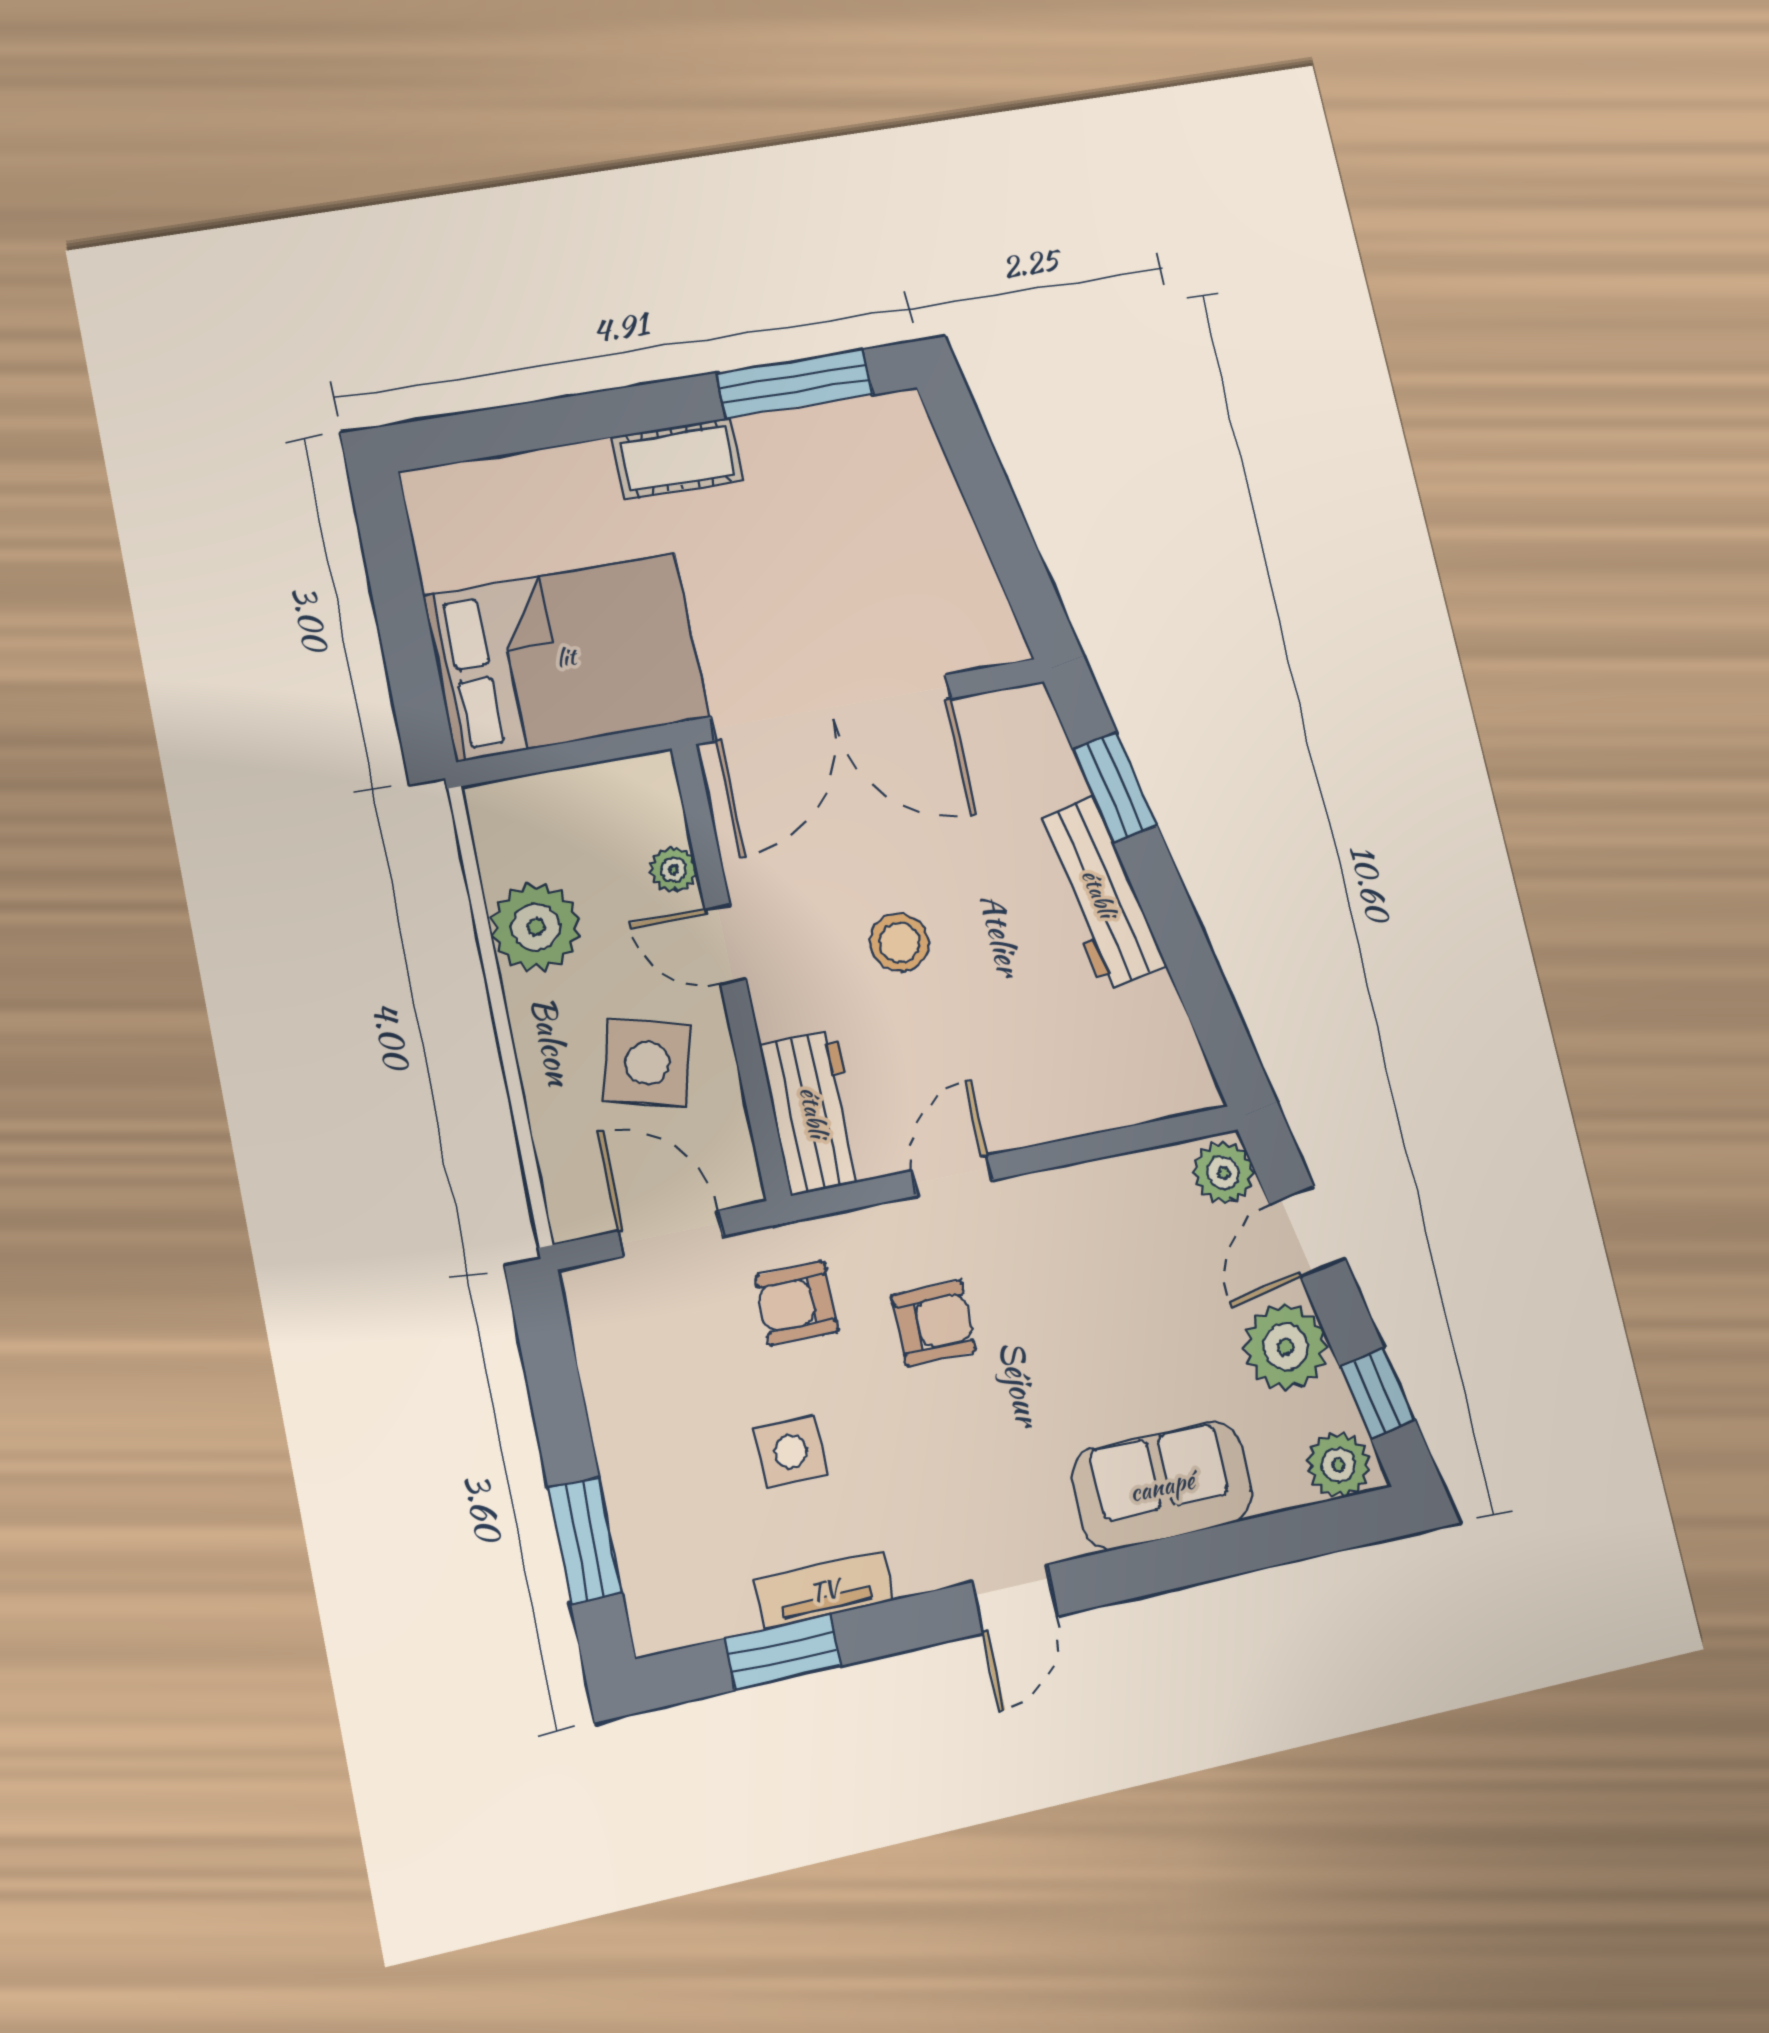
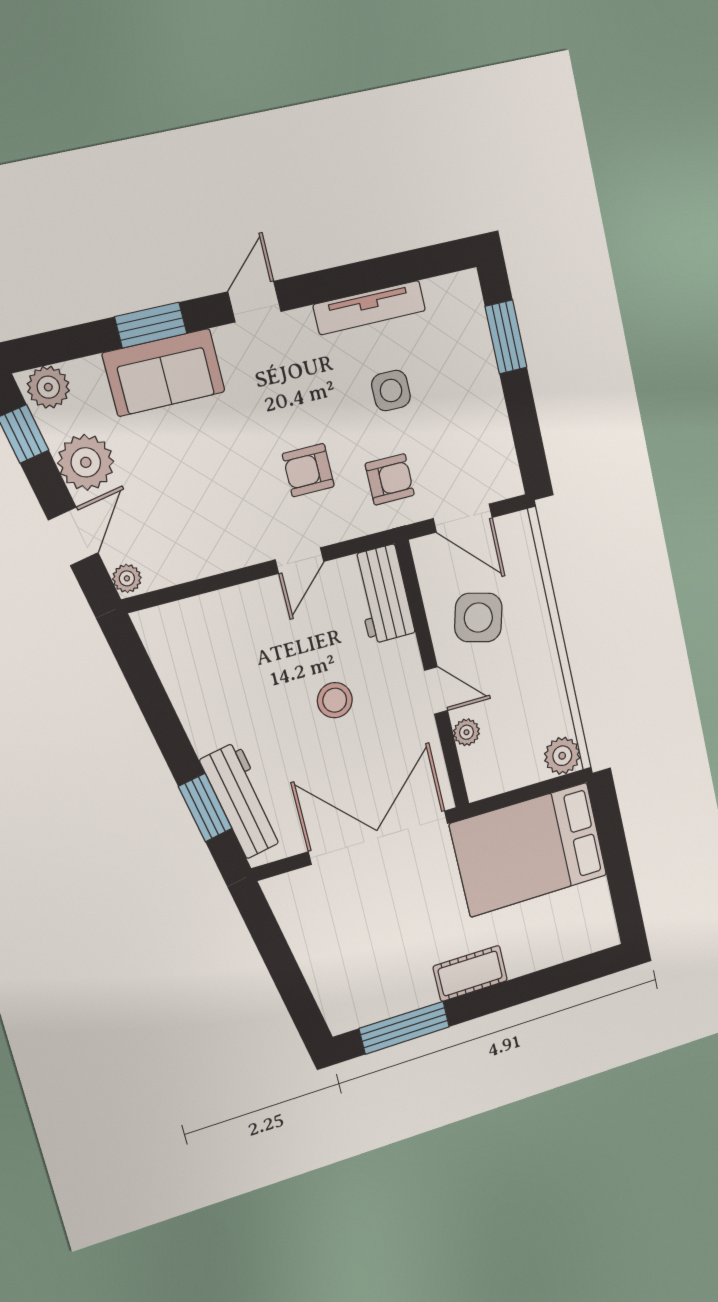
workbench: (1099, 893) -> (242, 800), moved
plant: (536, 927) -> (562, 756), moved, width x0.73, depth x0.73
plant: (1223, 1173) -> (127, 578), width x0.73, depth x0.73
tv unit: (824, 1590) -> (369, 308), width x1.41
window: (783, 1652) -> (151, 325), moved

